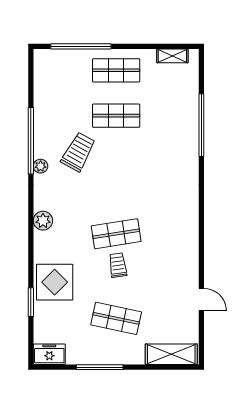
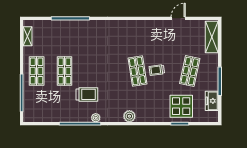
trolley: (78, 152) -> (87, 94), turned 151
display table: (55, 282) -> (181, 106), moved
freezer: (49, 354) -> (212, 101), moved

